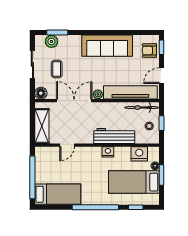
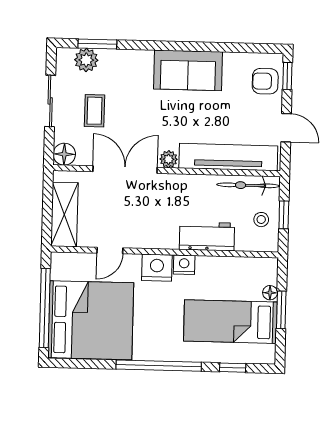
sofa: (107, 46) -> (188, 70), width x0.73
door: (161, 76) -> (286, 128), swing flipped
workbench: (114, 136) -> (207, 236), width x0.73
nightstand: (139, 154) -> (157, 268), moved
bed: (58, 194) -> (91, 320), width x2.04

